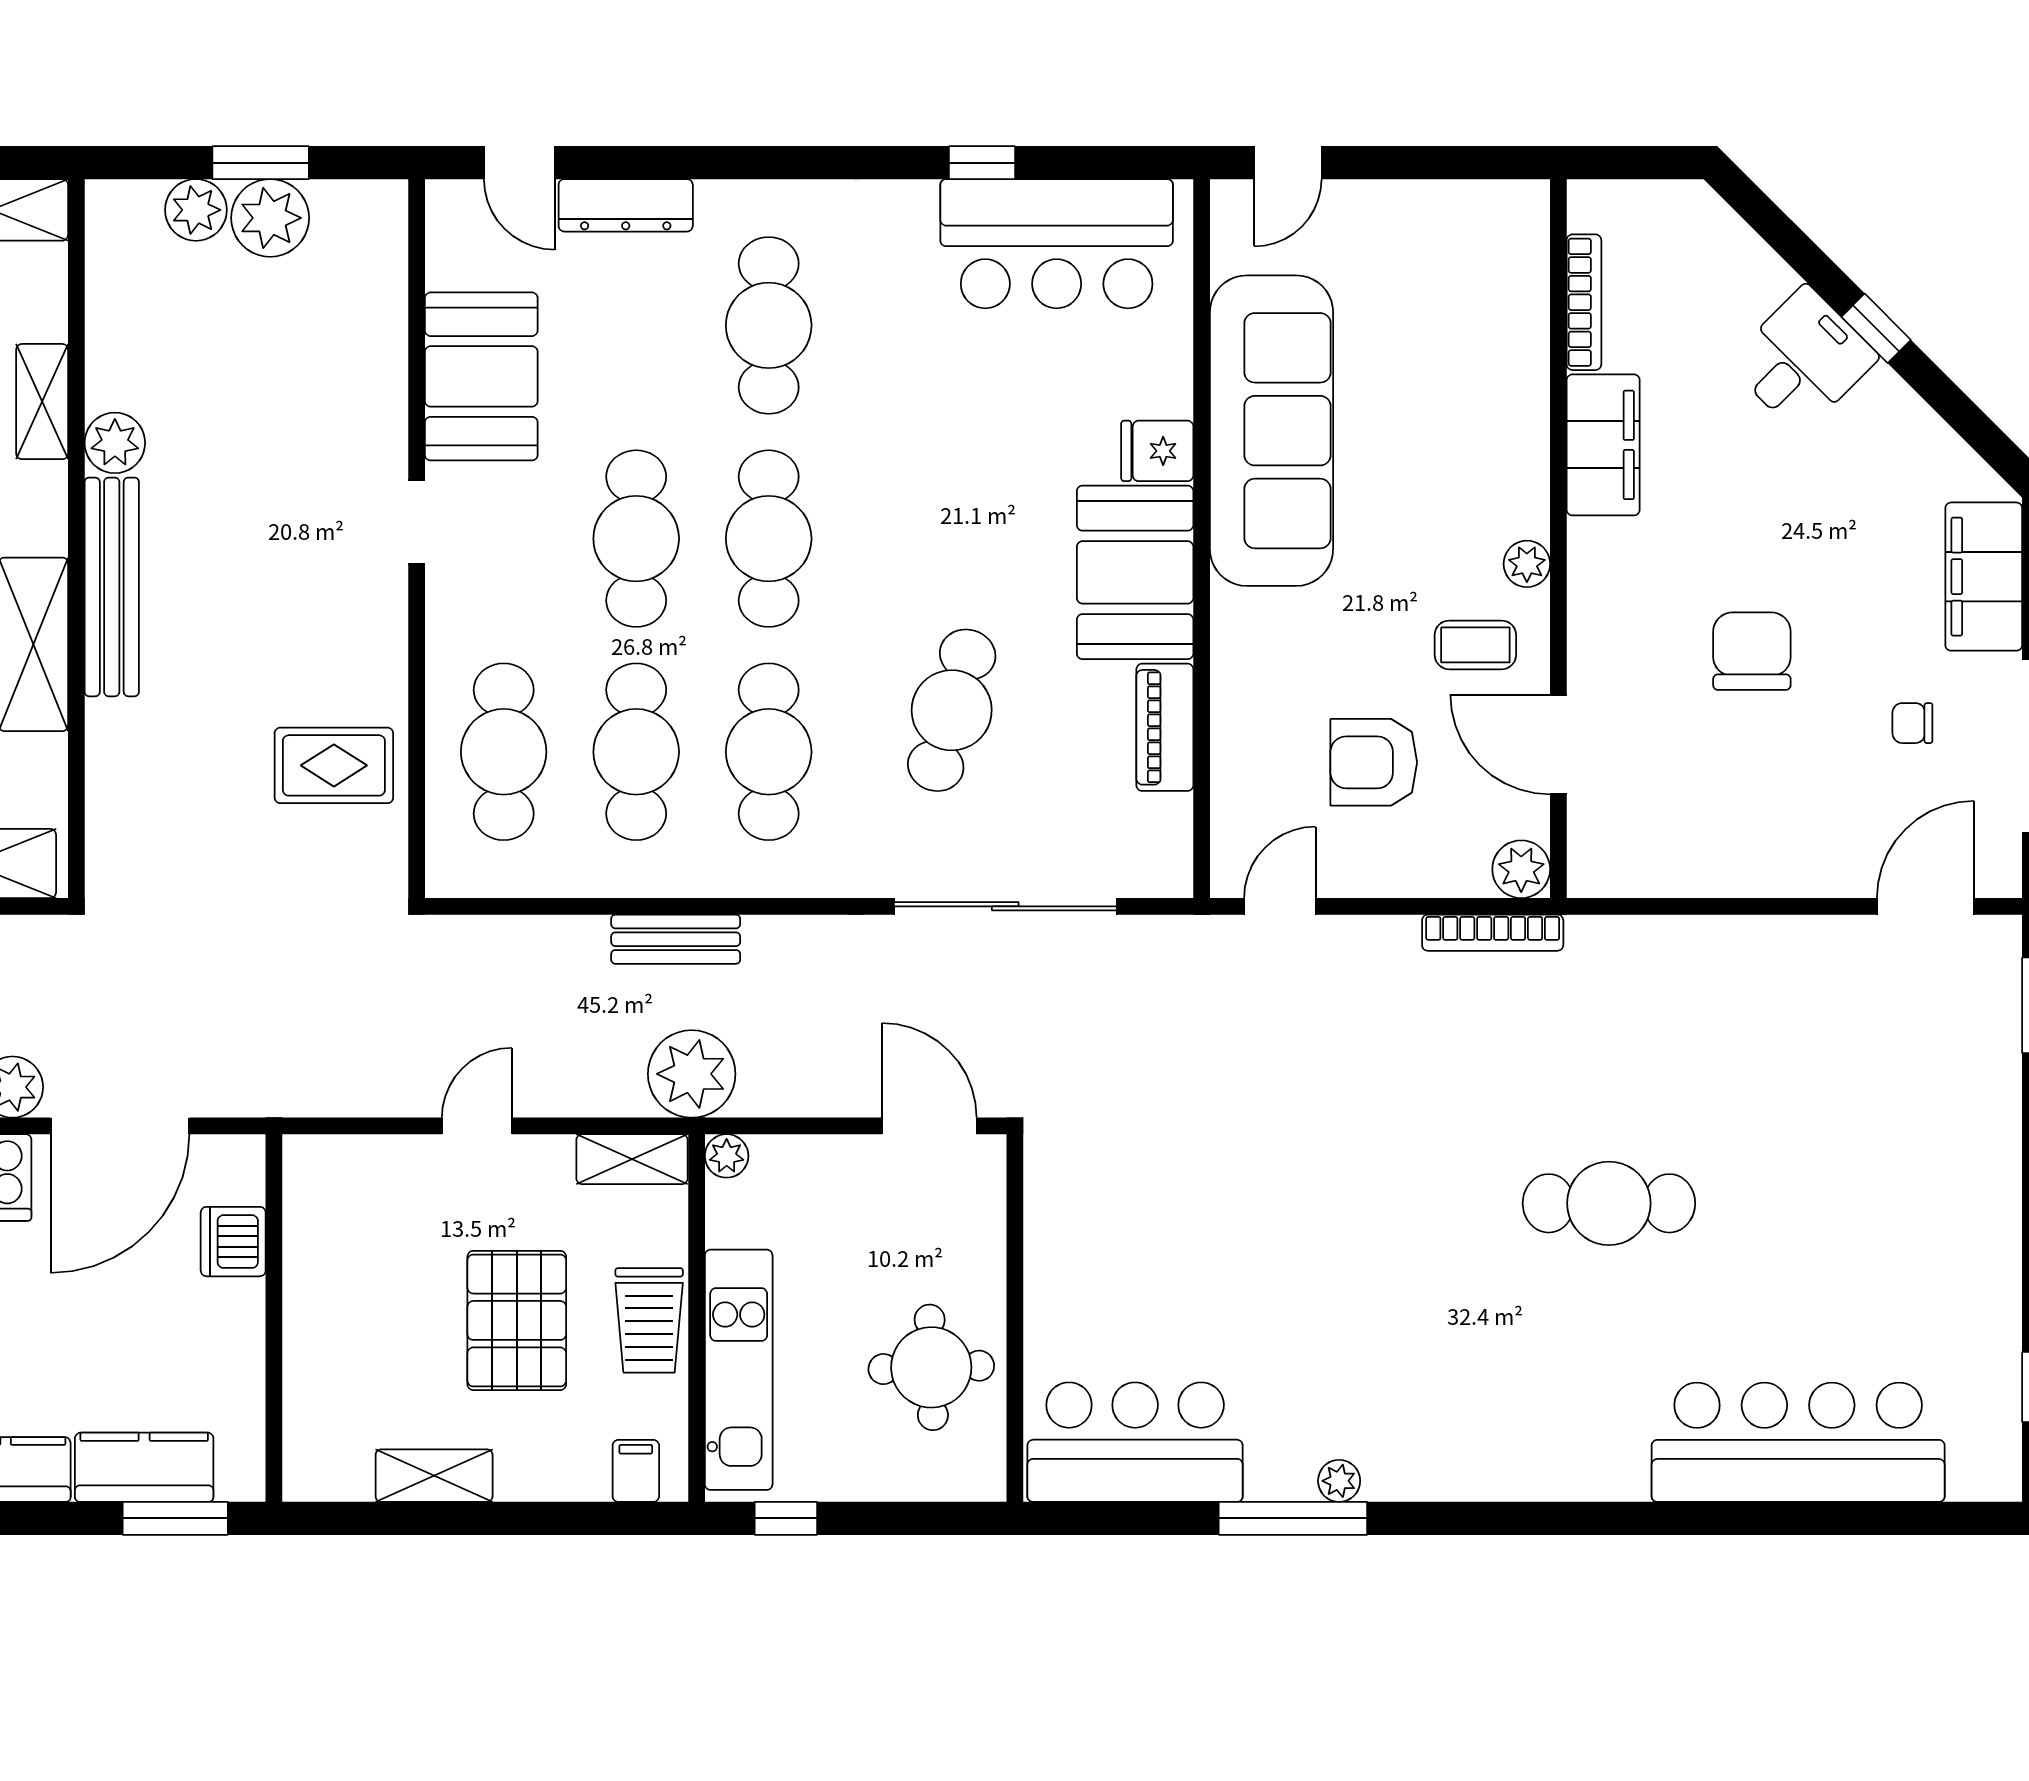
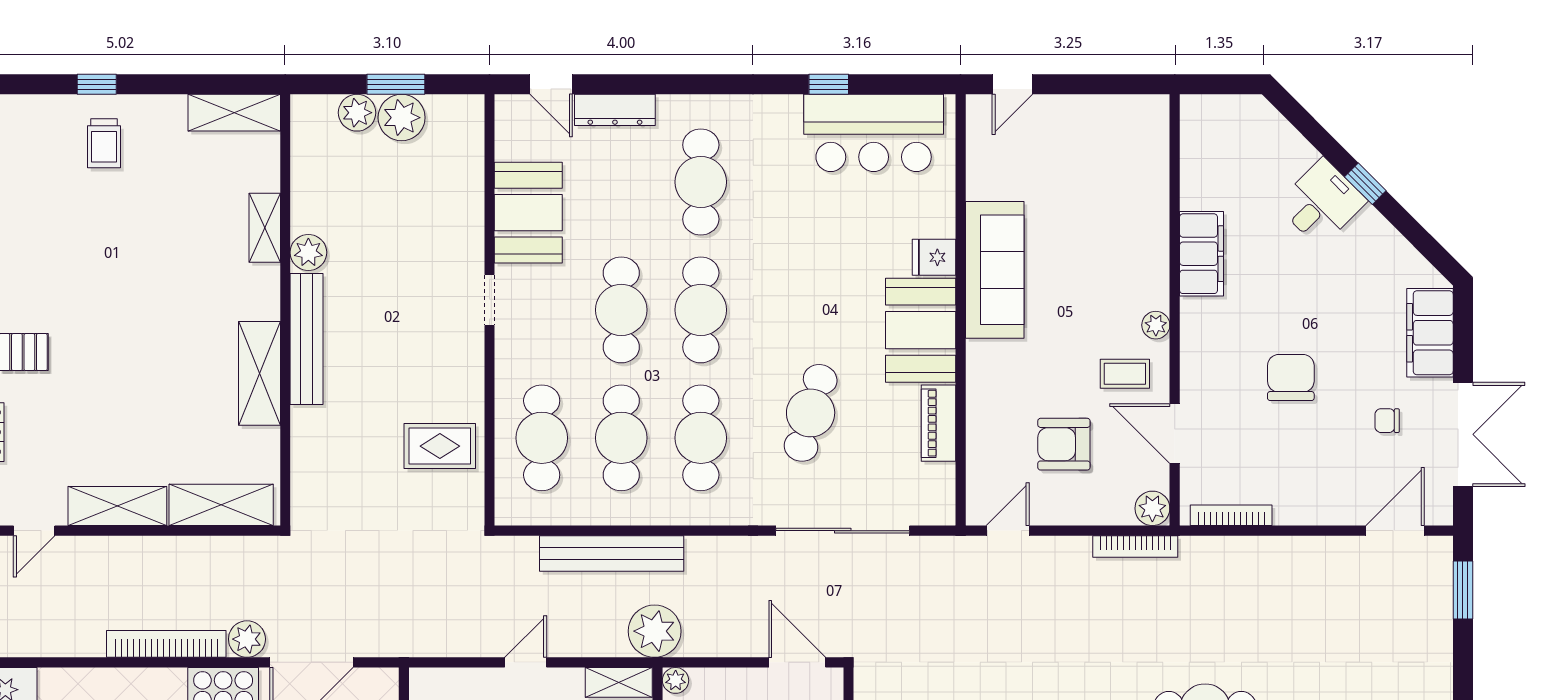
bookcase: (1584, 302) -> (1231, 515), moved, turned -90
sofa: (1271, 431) -> (995, 270), width x0.74, depth x0.79
bench: (676, 939) -> (612, 553), width x1.86, depth x1.21

